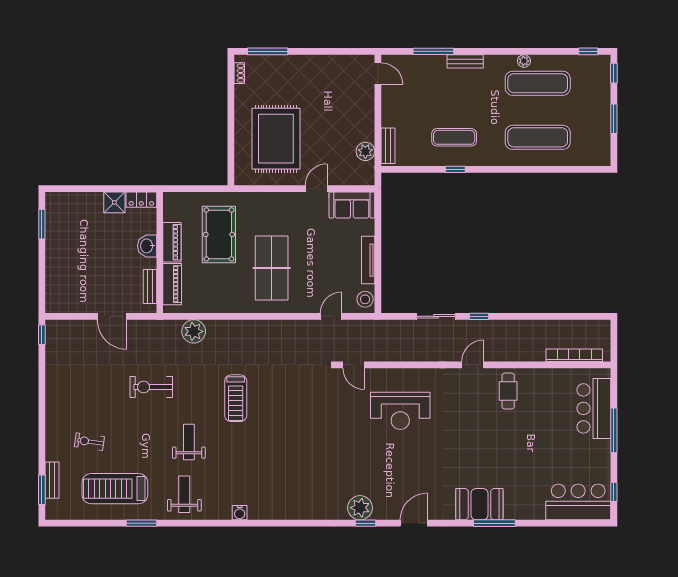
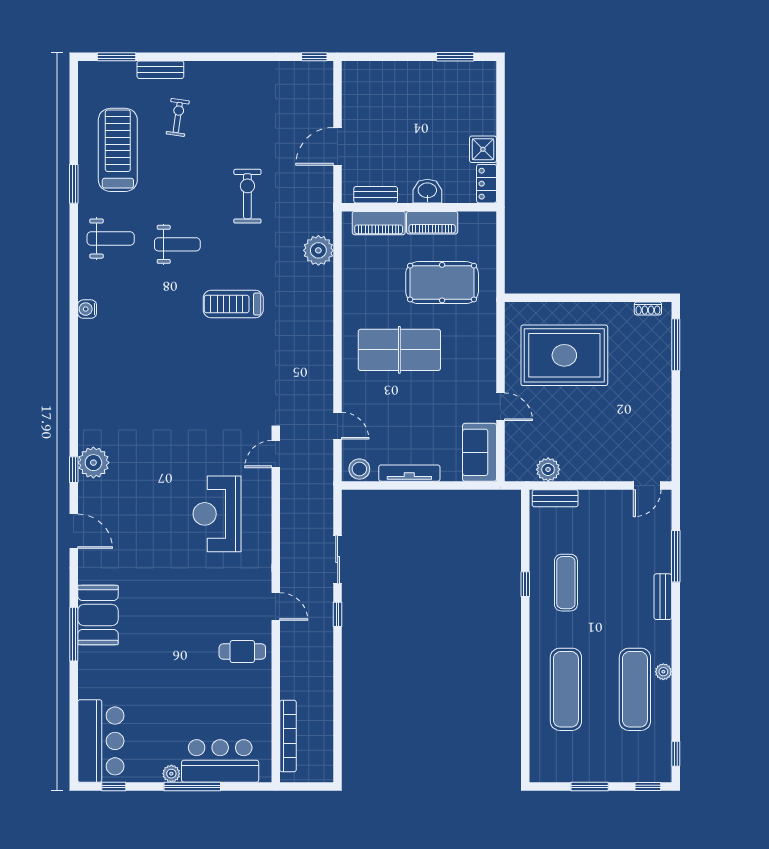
plant: (604, 447) -> (171, 774), added
bench: (52, 480) -> (160, 70), moved

